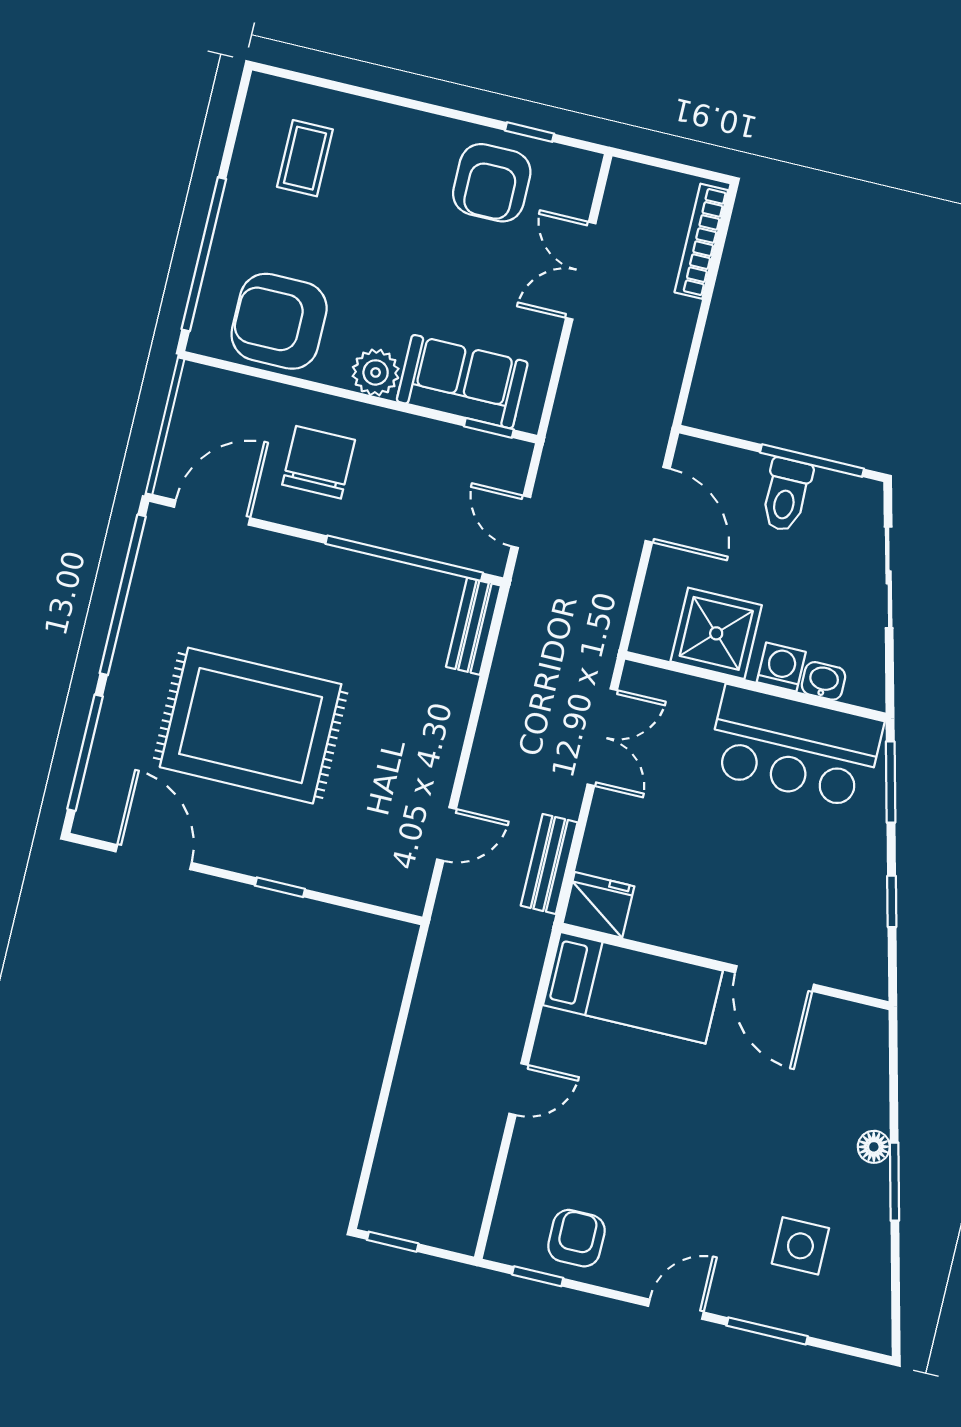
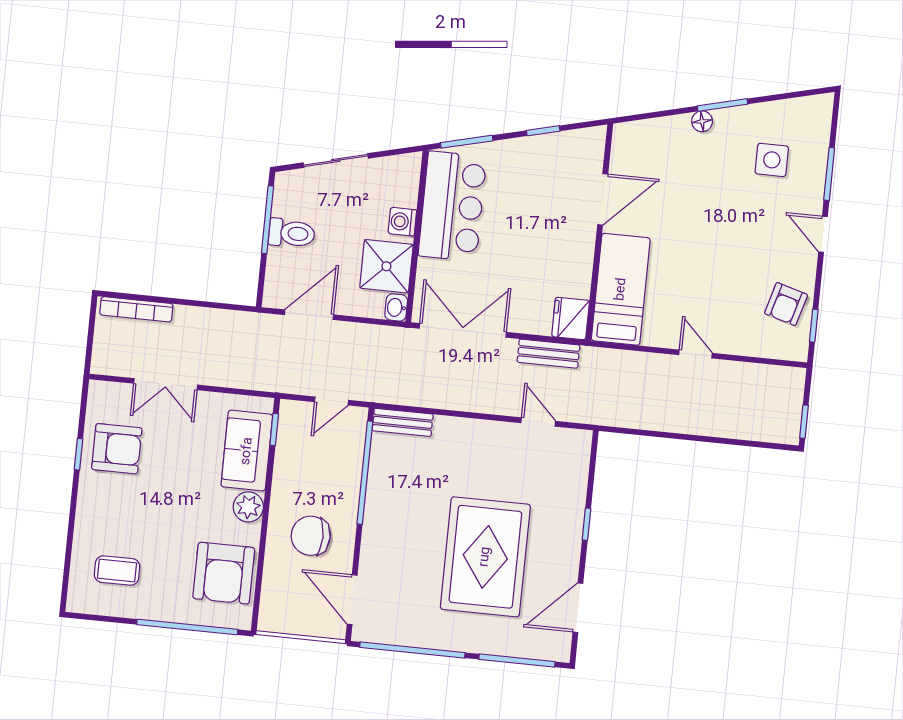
window: (530, 132) -> (78, 454), moved
washbasin: (824, 681) -> (396, 307), moved
double door: (602, 737) -> (463, 330), width x1.37
armchair: (576, 1238) -> (786, 304), turned -74

